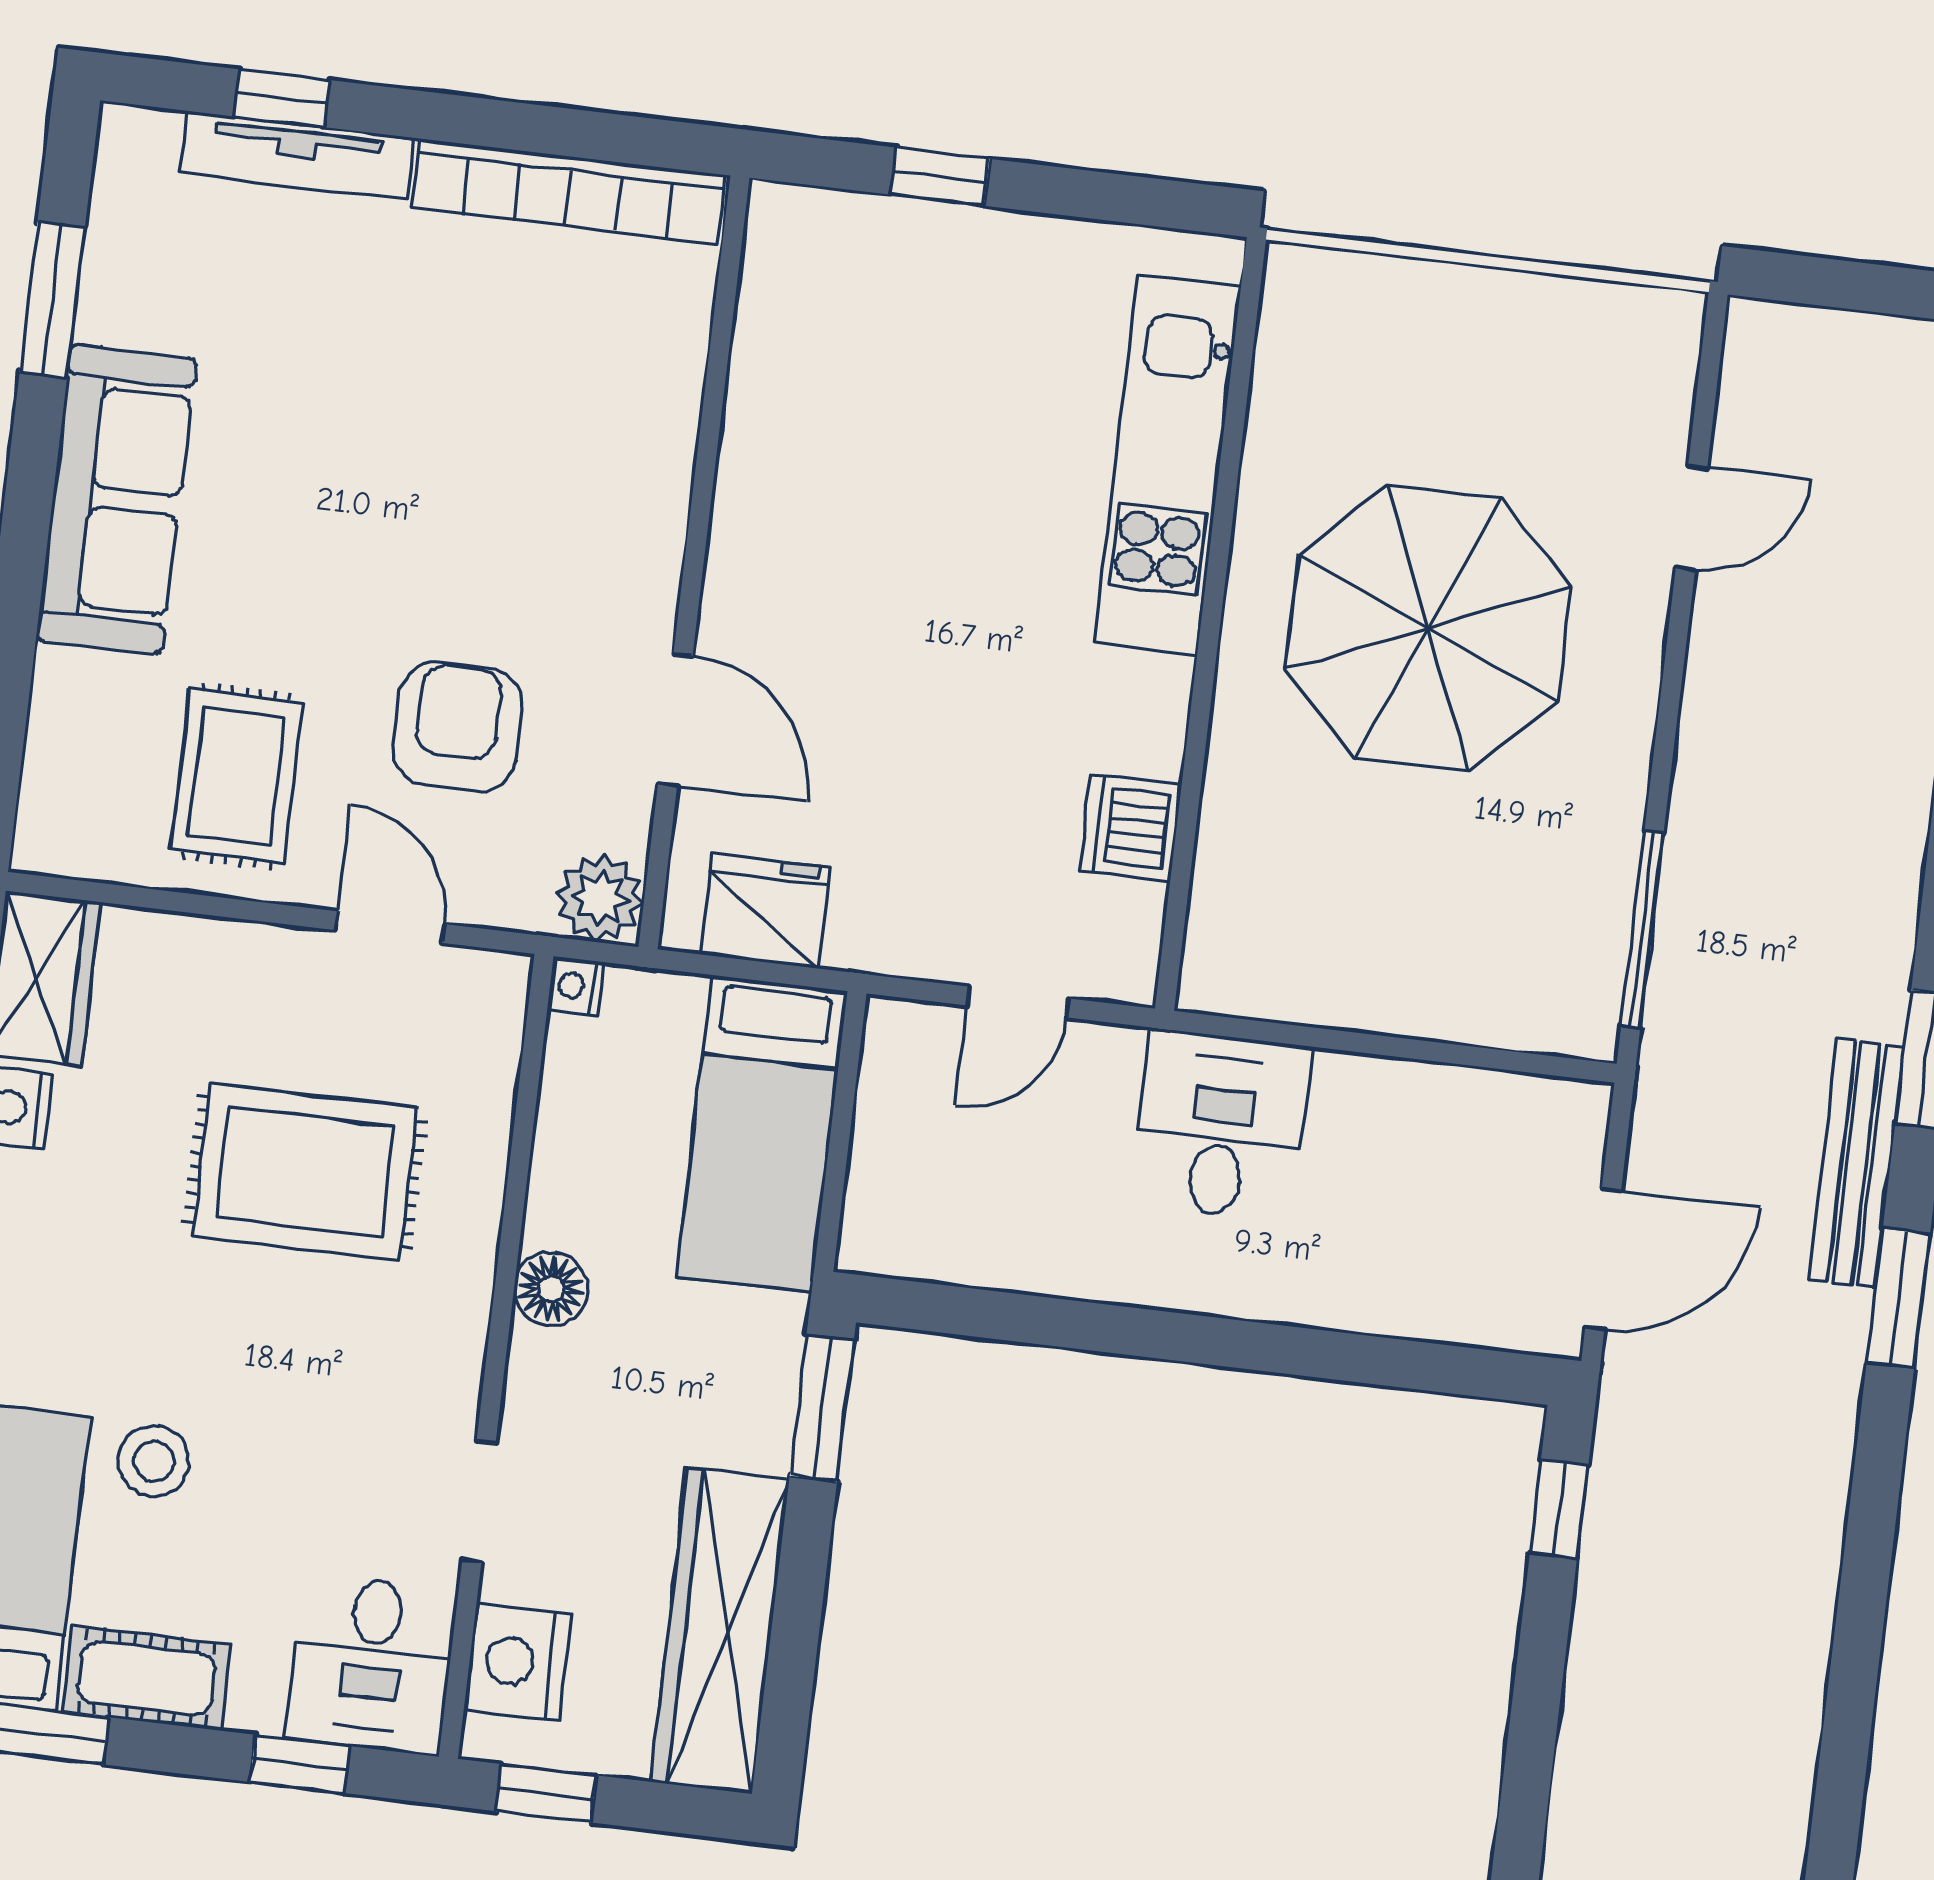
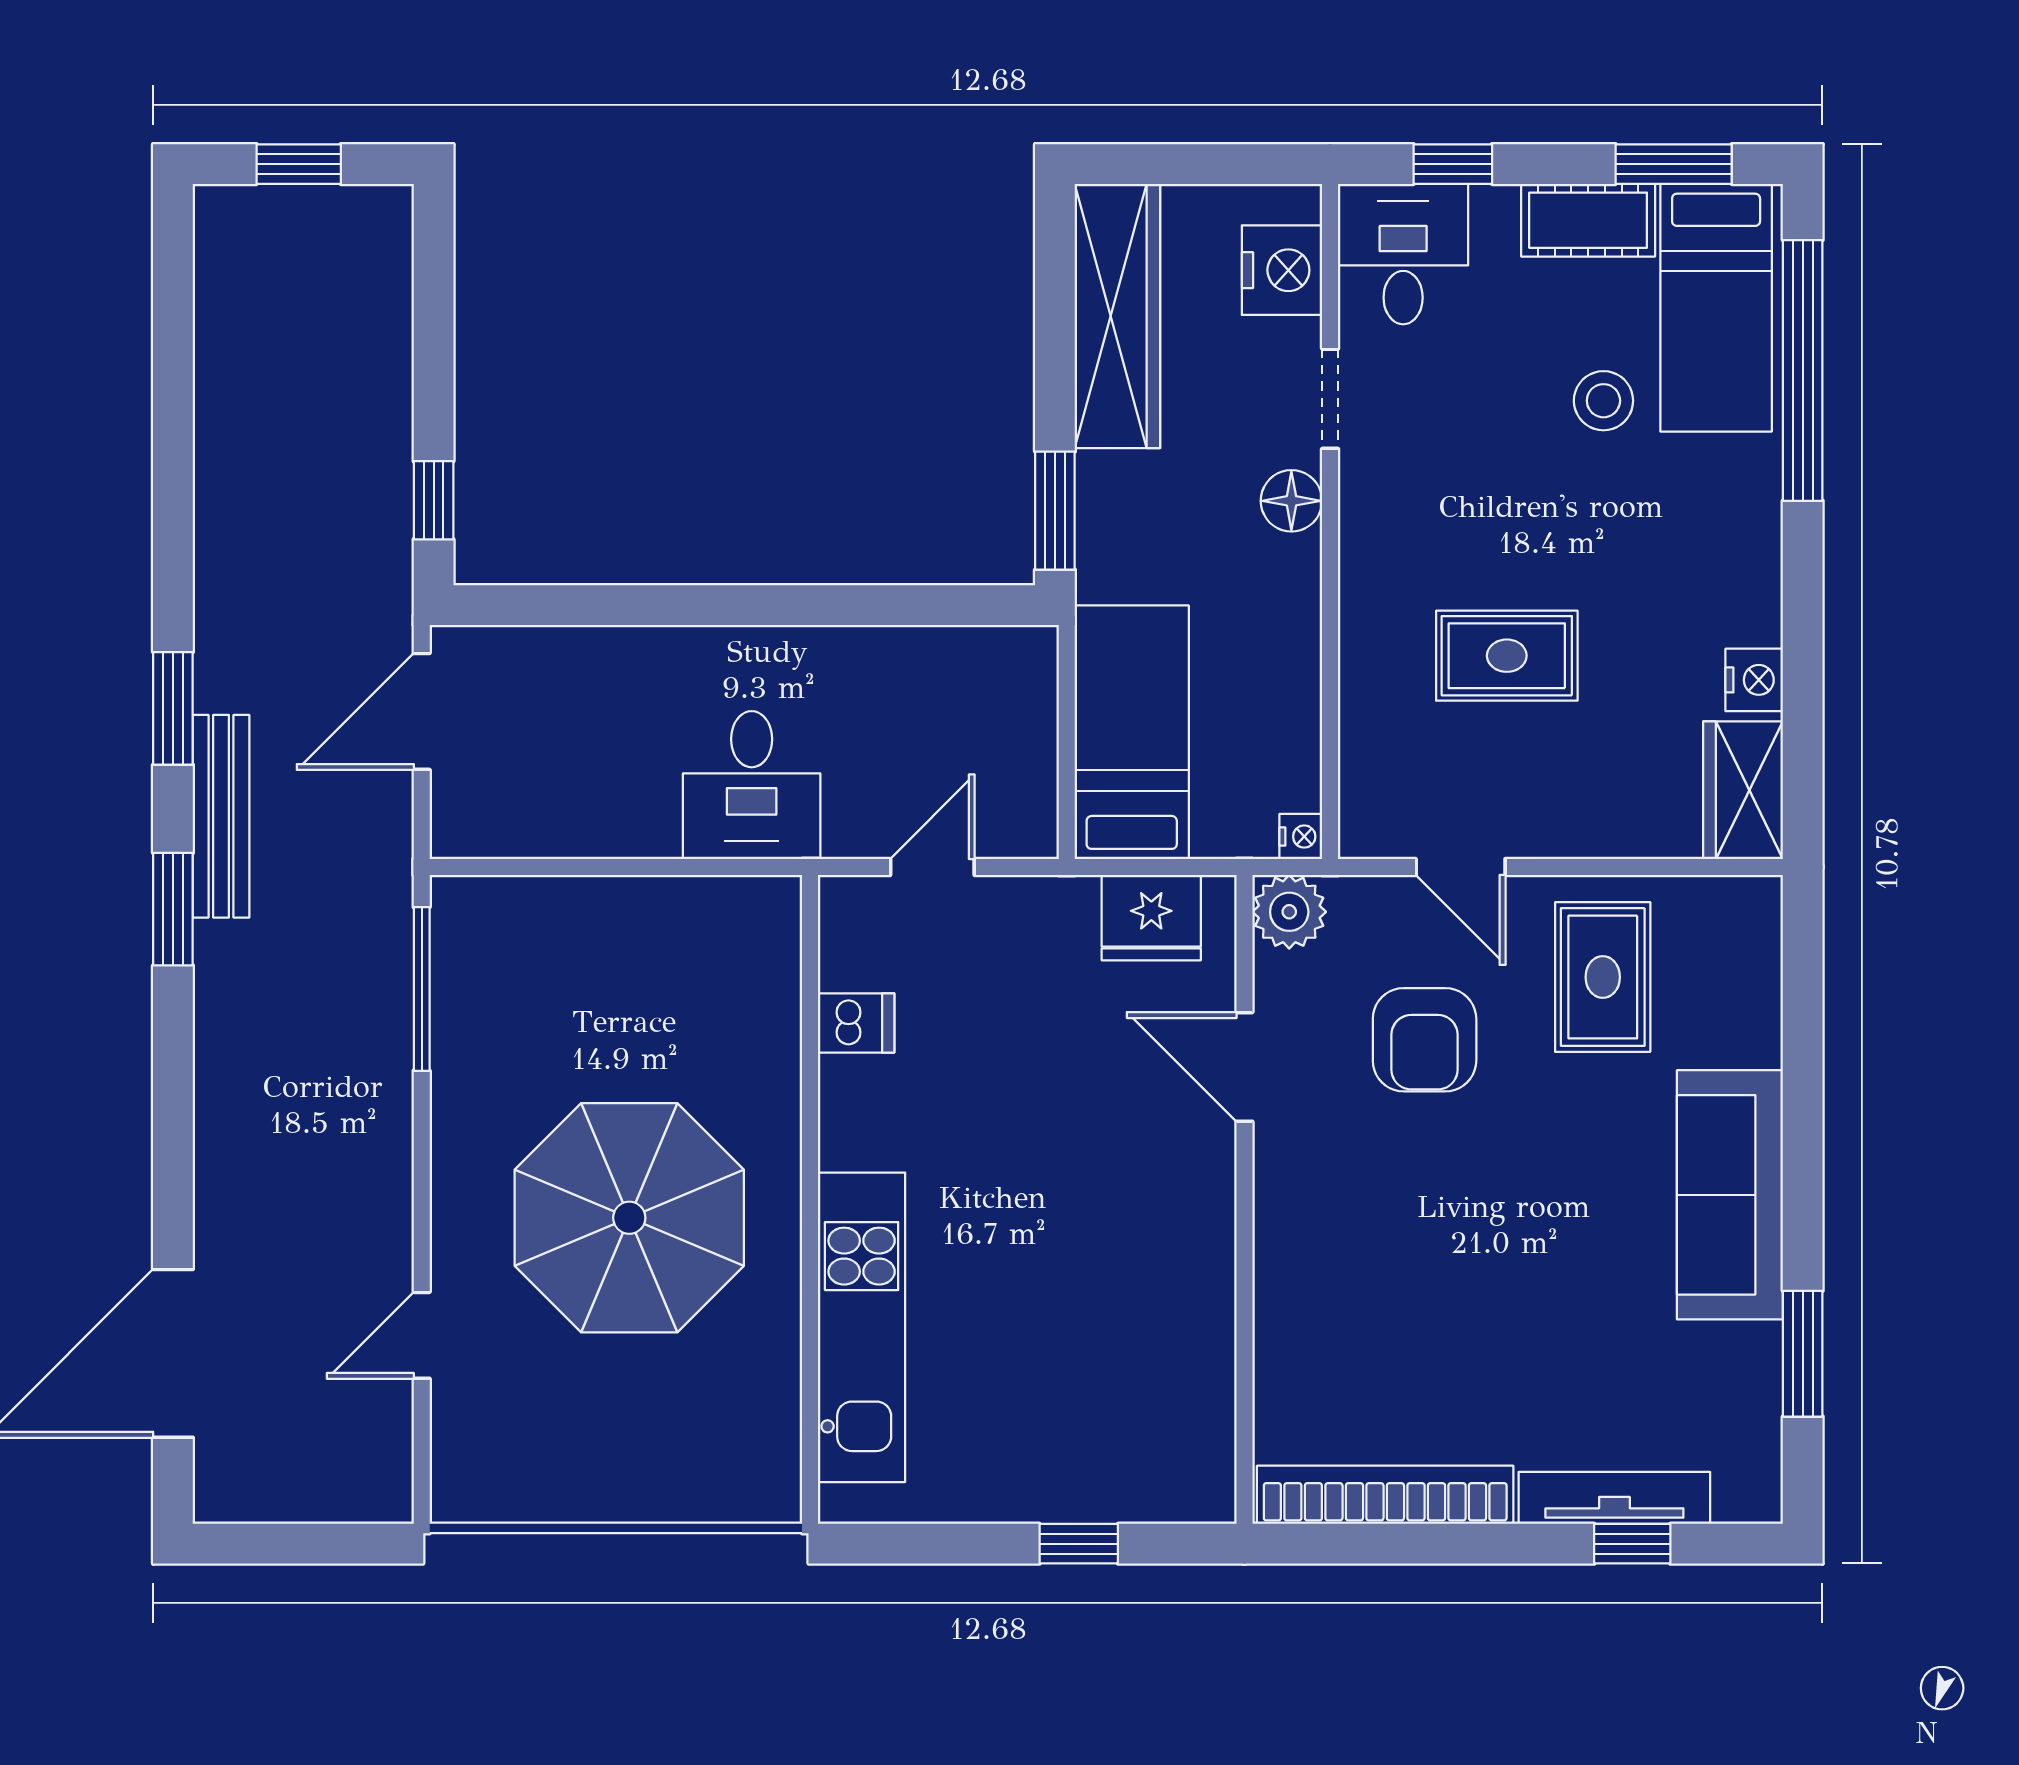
dishwasher: (1131, 827) -> (856, 1023), width x0.73
rug: (305, 1172) -> (1507, 656), width x0.73, depth x0.70
floor lamp: (551, 1289) -> (1291, 501), moved
window: (546, 1793) -> (1245, 164), removed

